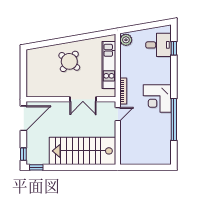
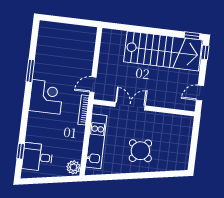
door: (23, 118) -> (200, 93), width x0.53
window: (174, 119) -> (30, 71), width x0.47
stairs: (82, 151) -> (163, 51), moved

